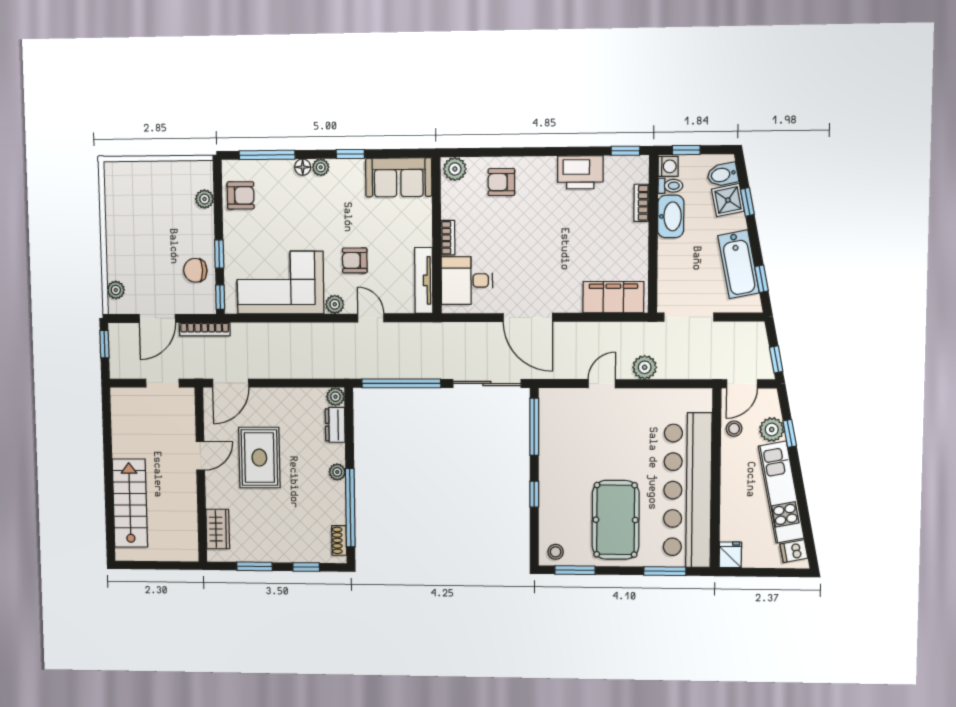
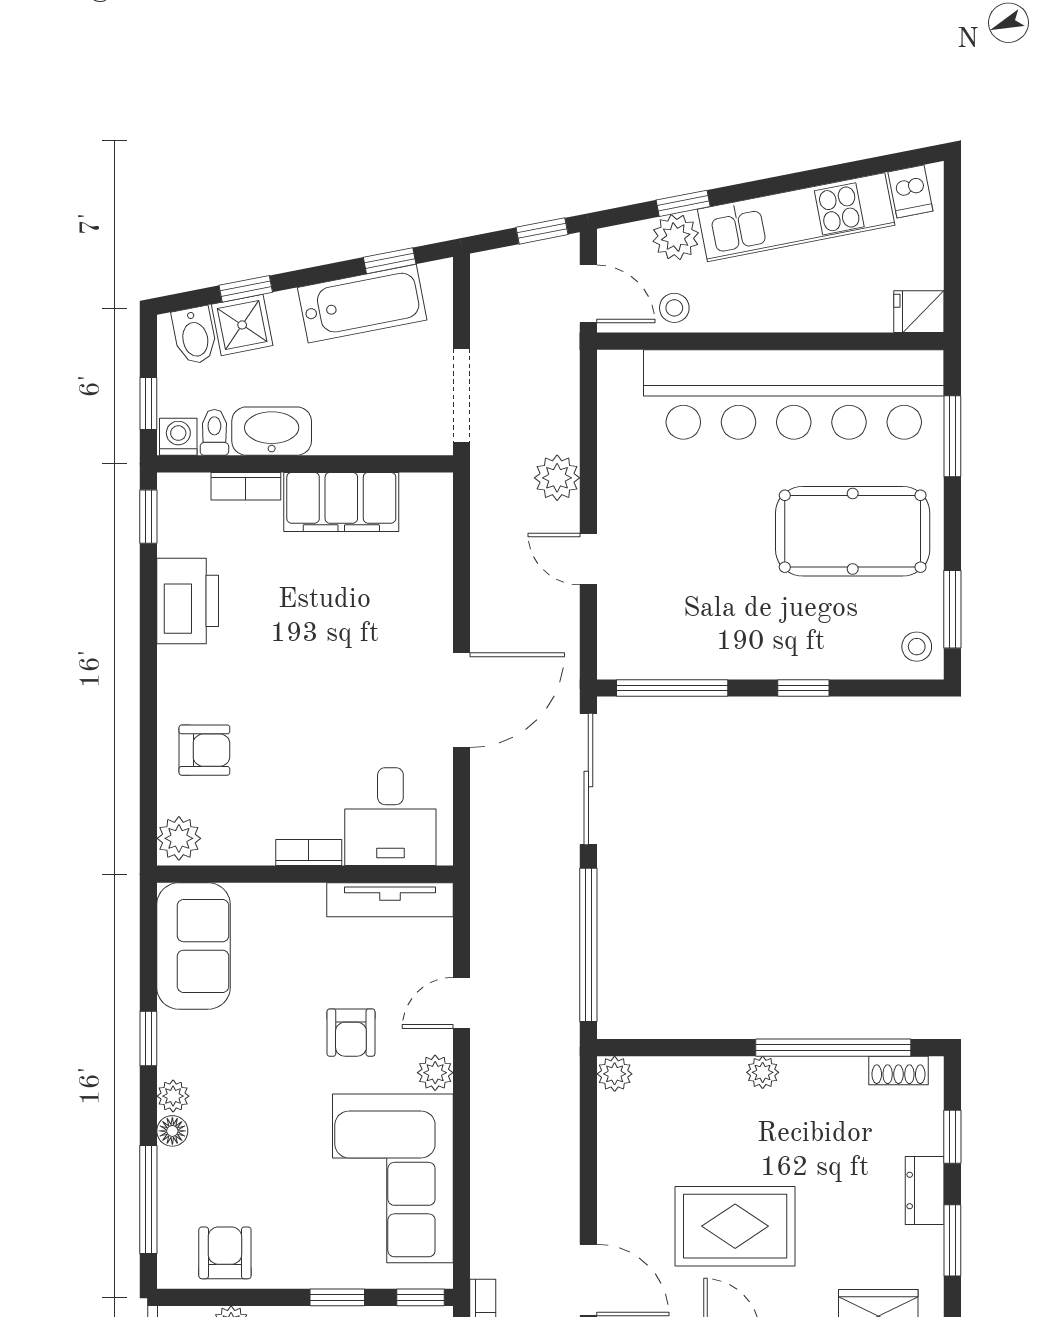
armchair: (501, 182) -> (204, 750), turned -90
filing cabinet: (613, 297) -> (341, 502), moved, turned -90
dresser: (335, 425) -> (925, 1190), moved, turned 90

